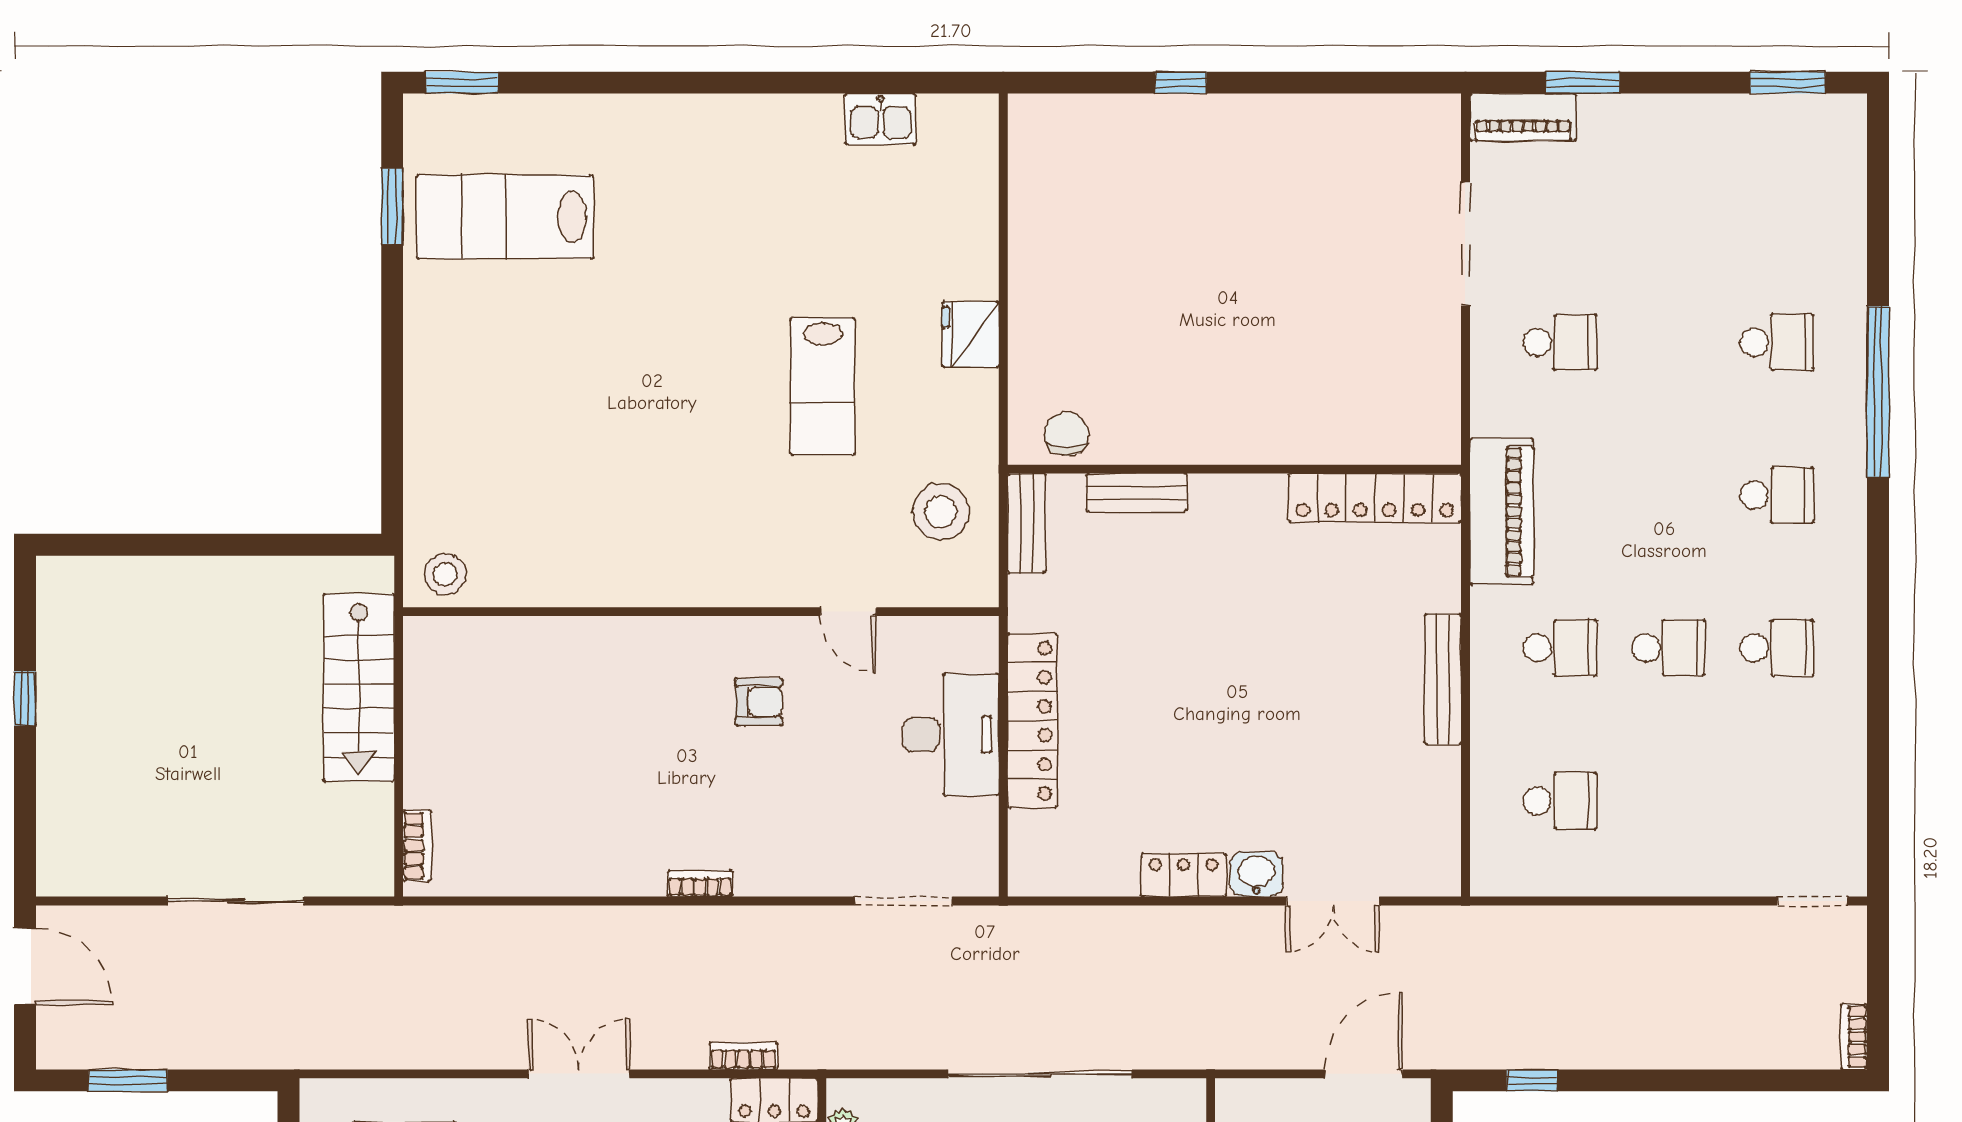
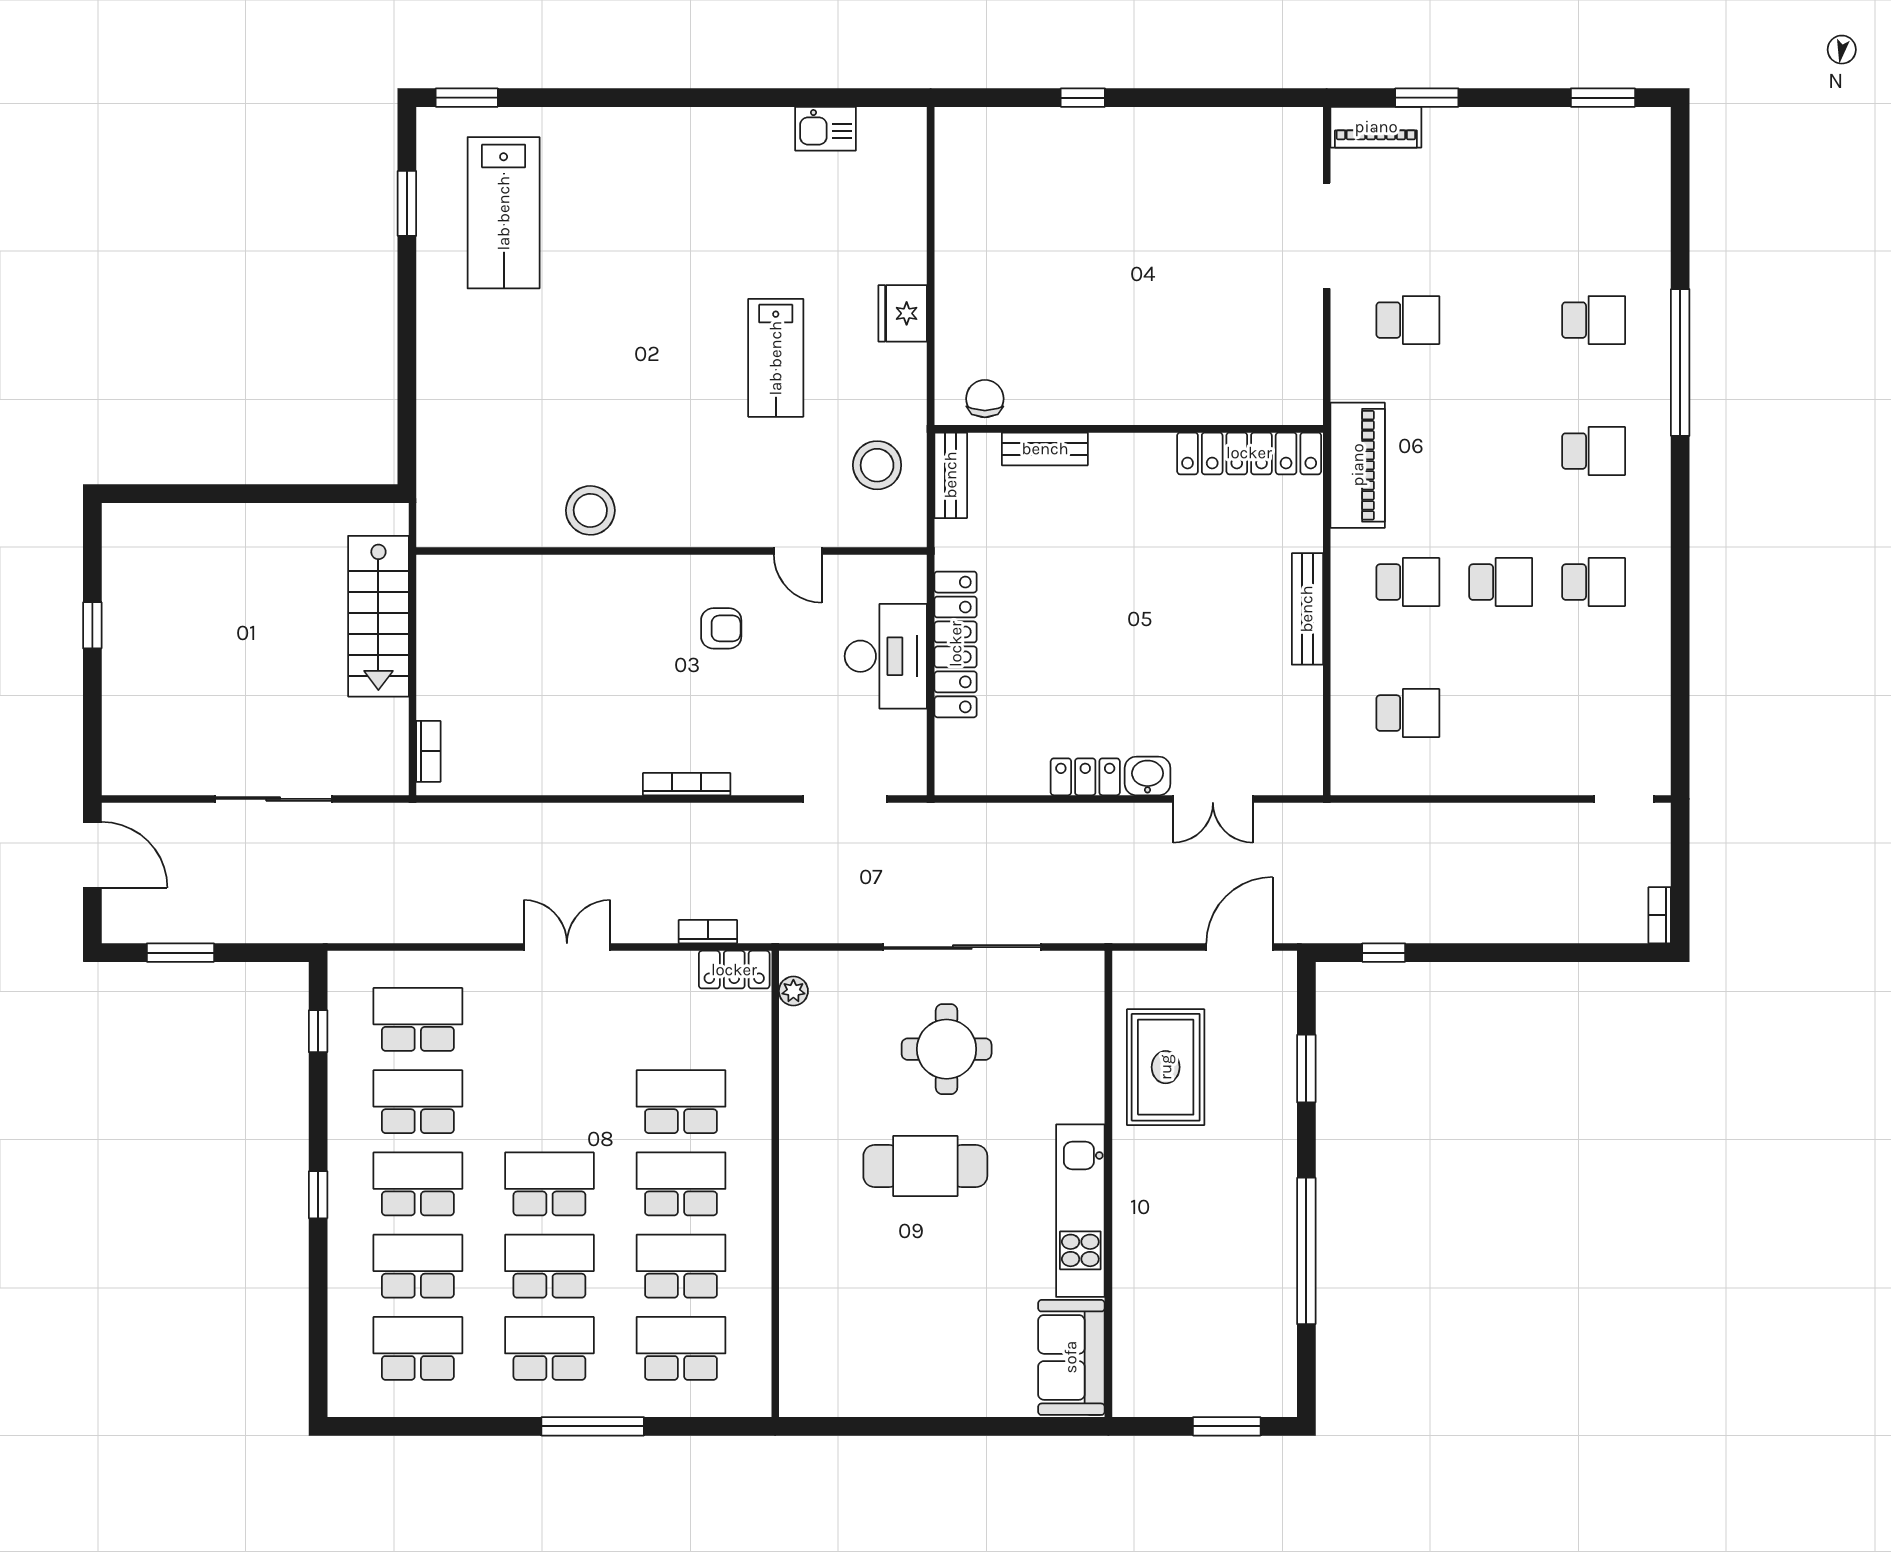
lab bench: (505, 217) -> (504, 213), turned -90
stool: (445, 574) -> (590, 510), moved, width x1.38, depth x1.38
bookcase: (700, 884) -> (687, 784), width x1.56

